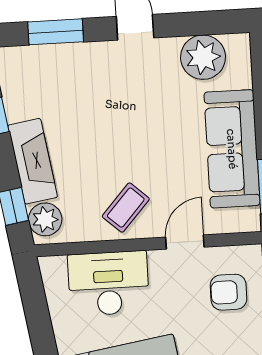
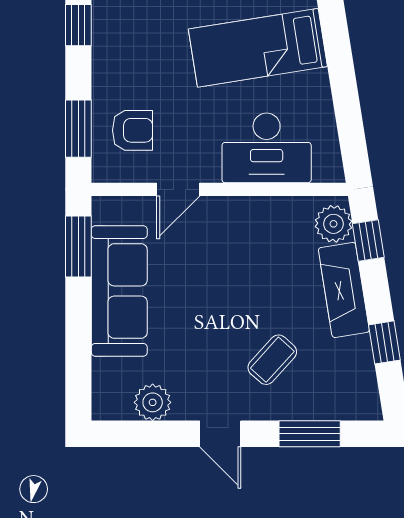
plant: (203, 57) -> (153, 402), width x0.73, depth x0.73
coffee table: (126, 208) -> (272, 360), moved

